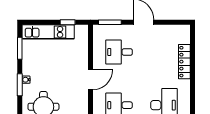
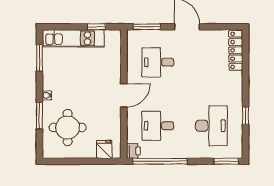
locker: (184, 62) -> (236, 50), moved
window: (20, 85) -> (39, 116), moved
window: (192, 97) -> (246, 116), added

